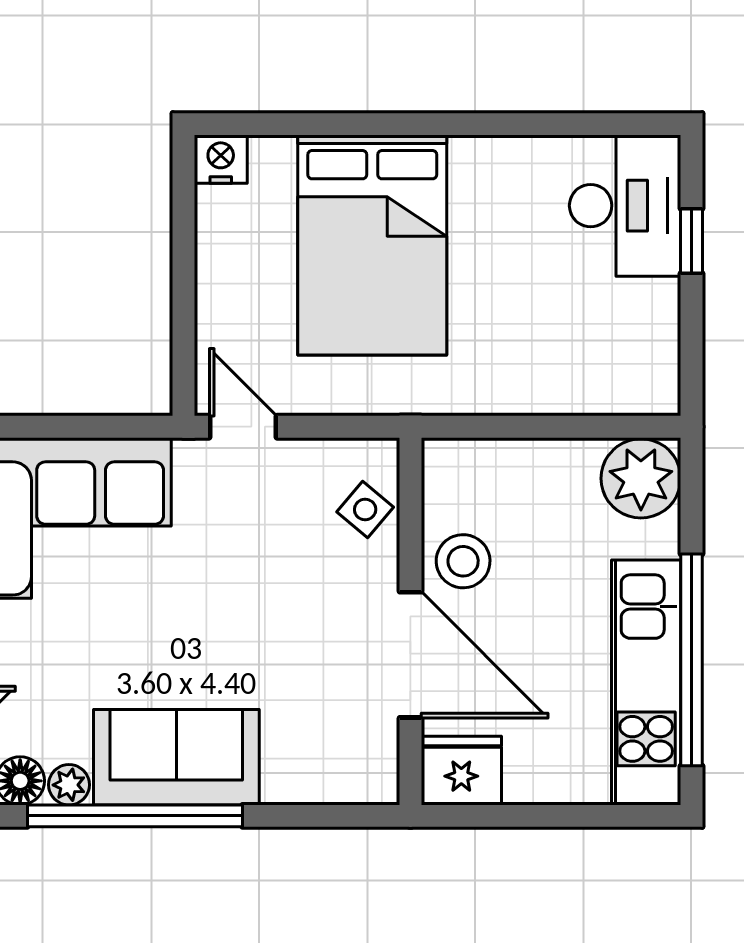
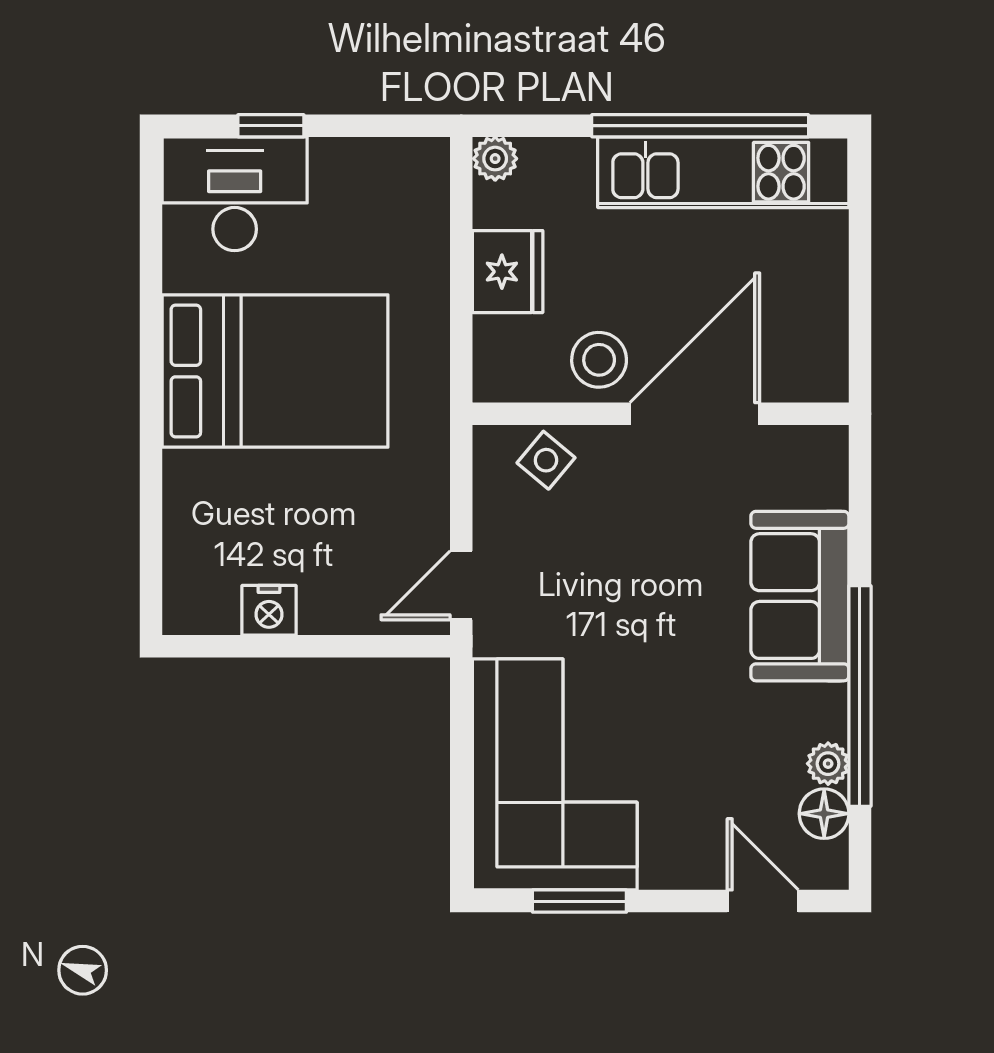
nightstand: (221, 159) -> (269, 610), moved, turned -90
bed: (372, 245) -> (275, 371), moved
plant: (641, 478) -> (495, 159), width x0.53, depth x0.53
sofa: (176, 757) -> (800, 596), moved
fridge: (461, 771) -> (508, 272), moved, turned 180

